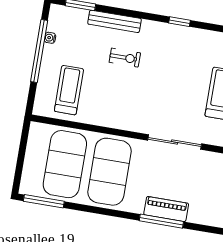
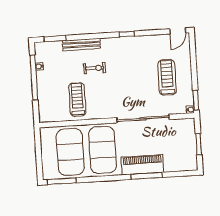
treadmill: (69, 90) -> (77, 99), moved
sliding door: (175, 142) -> (143, 119), width x1.36
piano: (166, 209) -> (142, 165), width x1.37, depth x1.33

